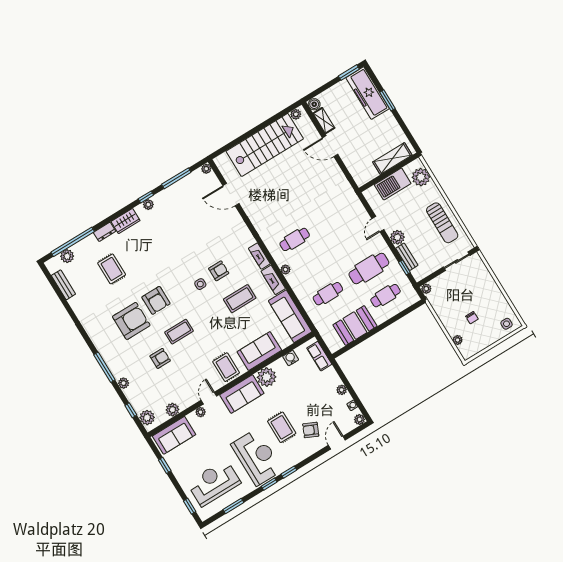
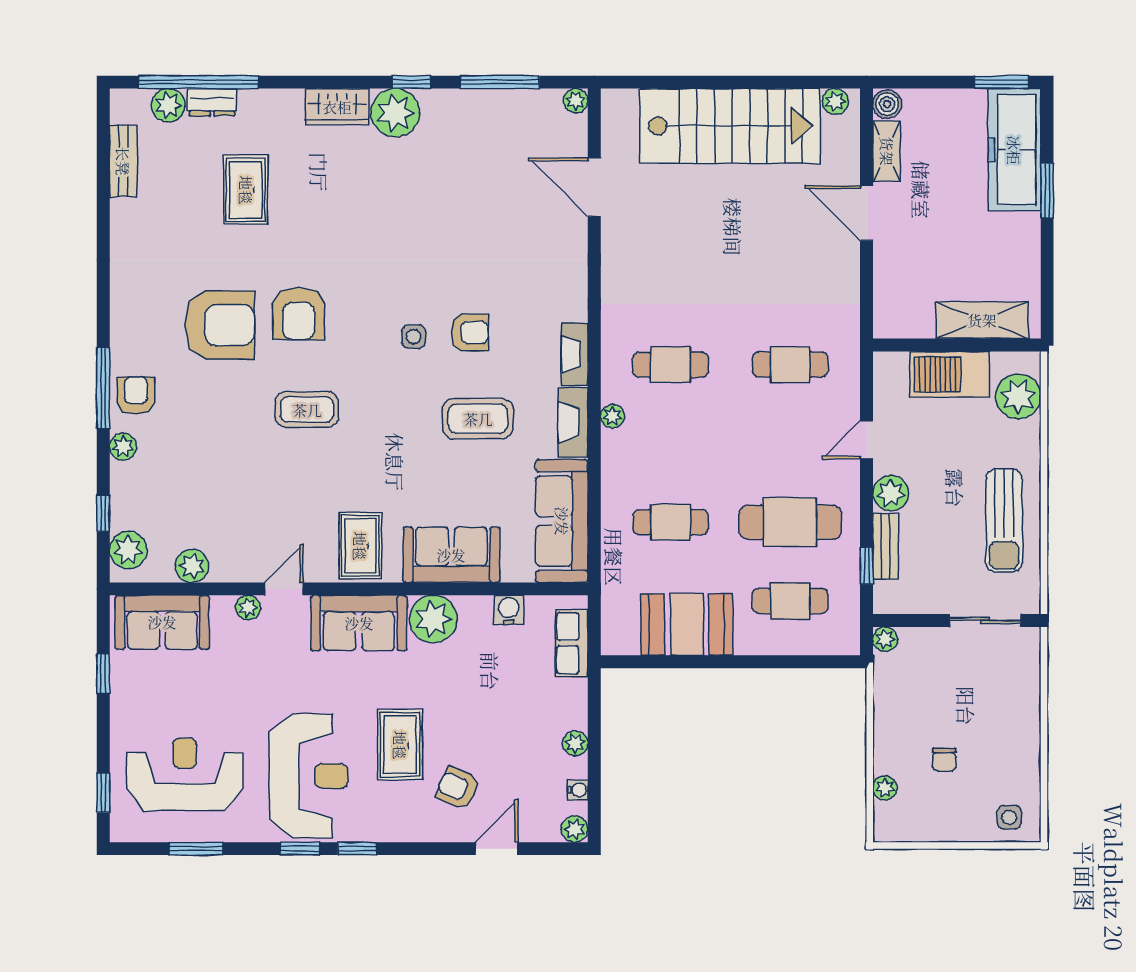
plant: (148, 205) -> (395, 113), width x1.87, depth x1.87
cafe table: (336, 214) -> (790, 365), added
dresser: (105, 232) -> (212, 102), moved
armchair: (160, 358) -> (136, 396), moved, turned -90

